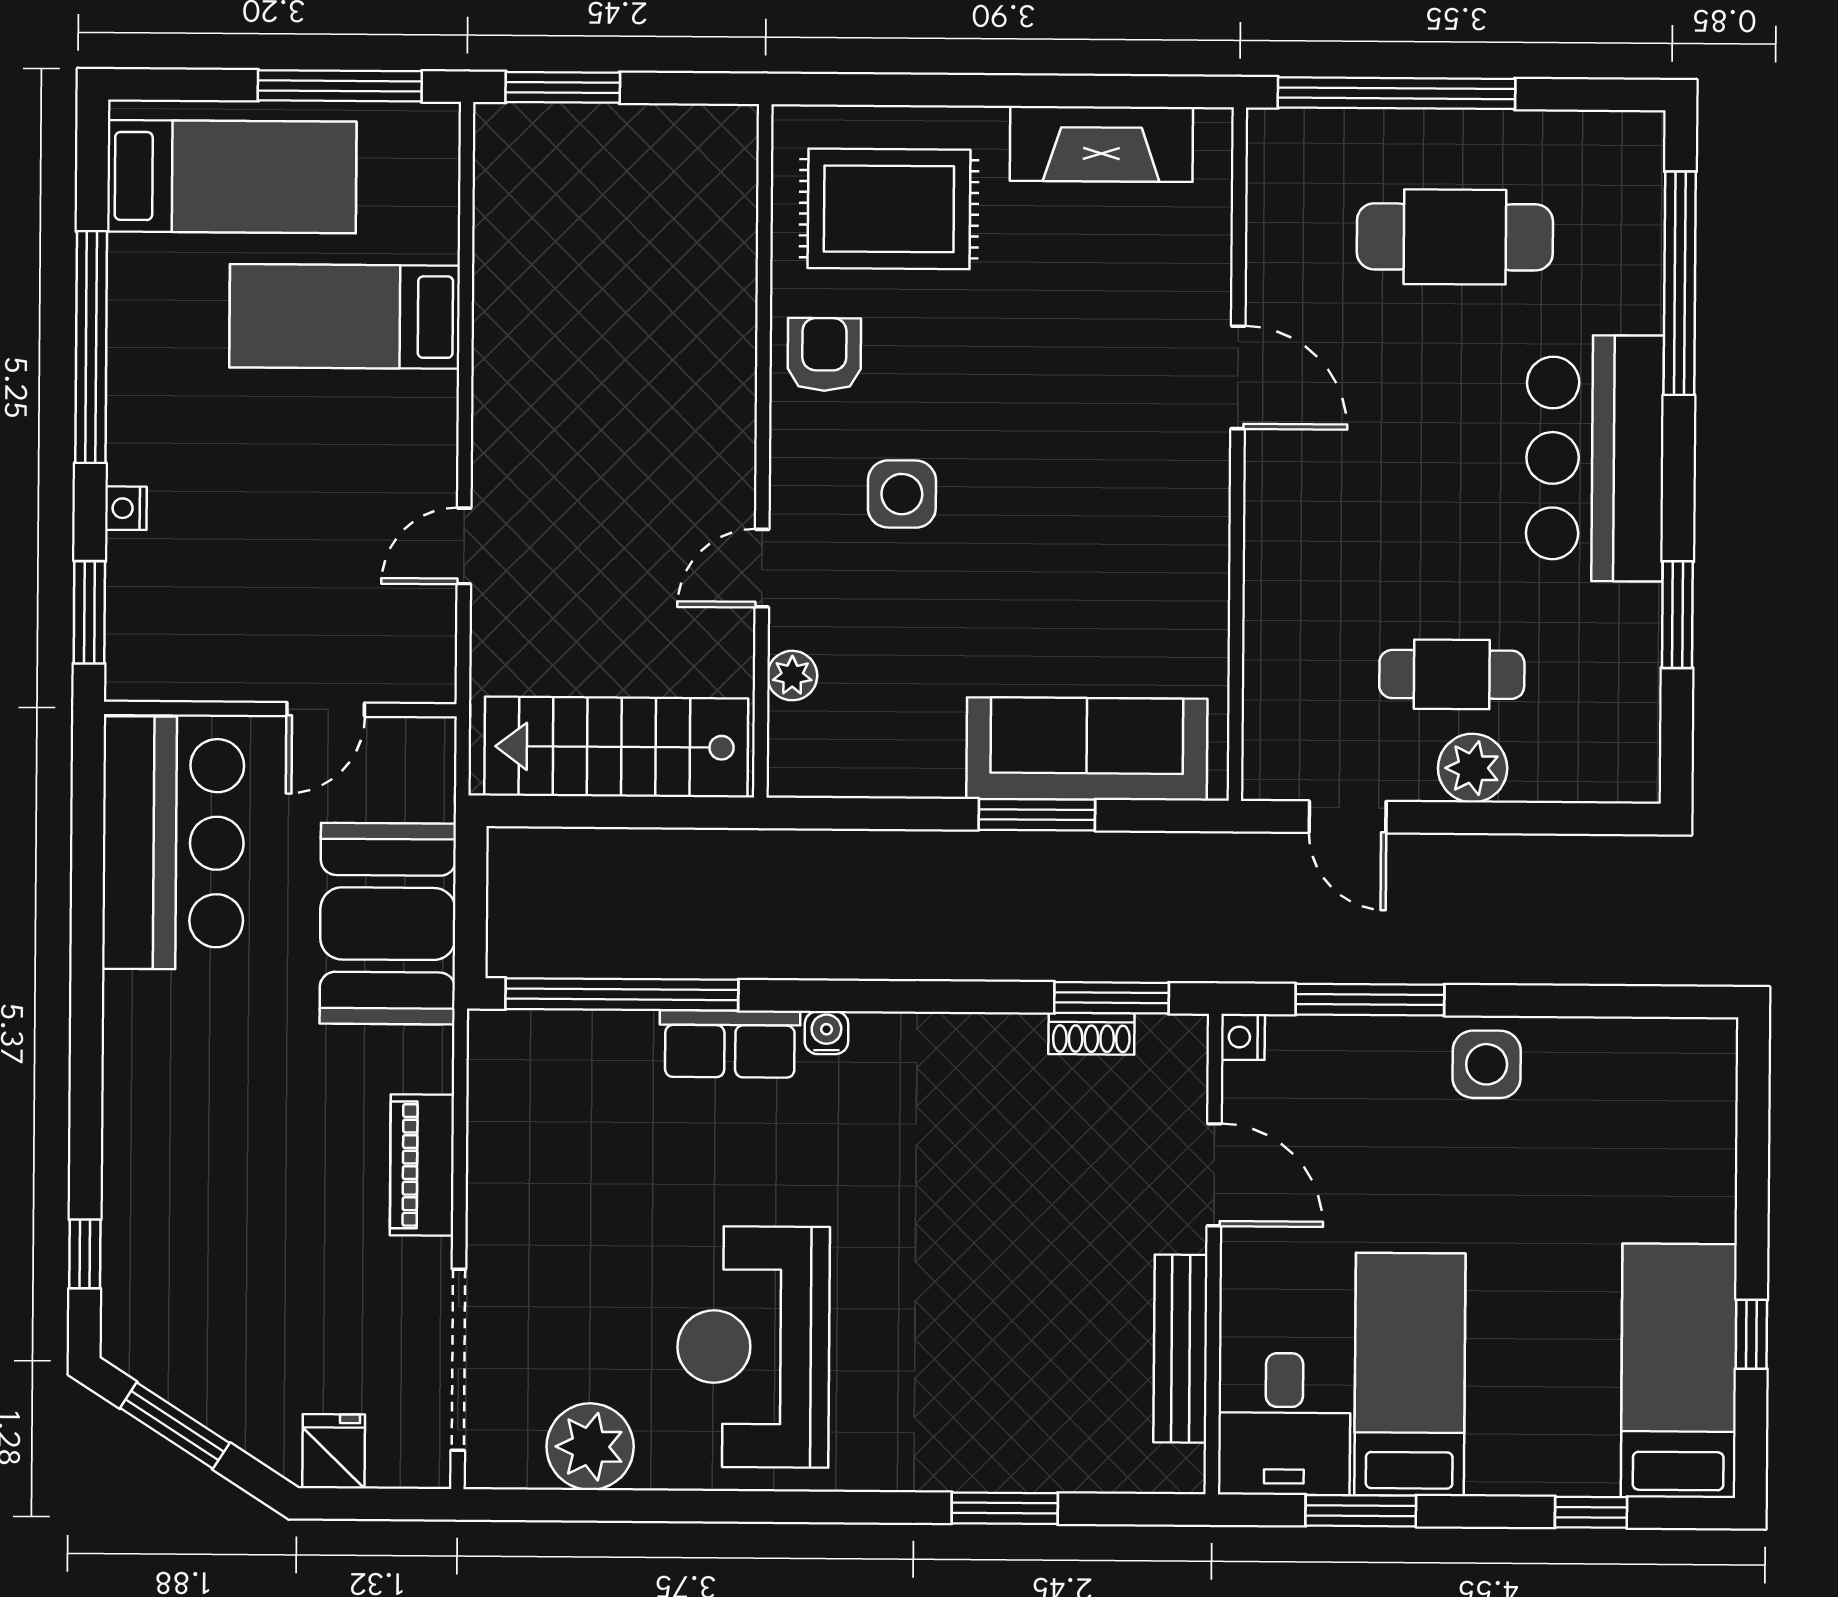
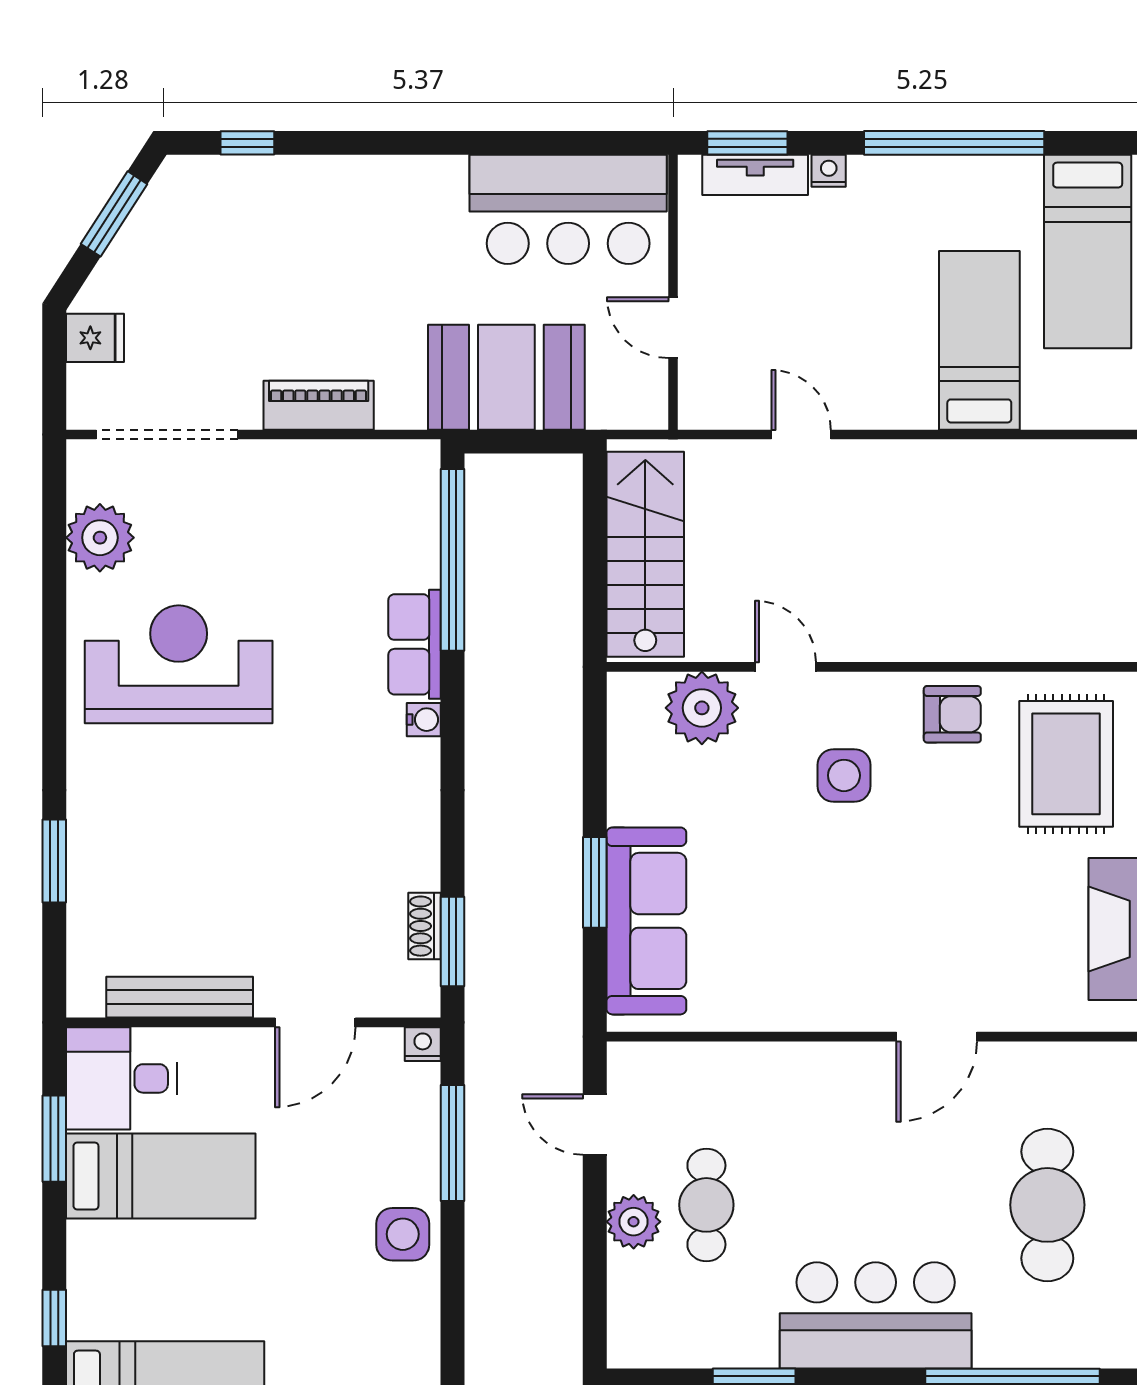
tv unit: (130, 603) -> (755, 175), added
plant: (792, 676) -> (702, 708), width x1.87, depth x1.87
door: (1348, 817) -> (595, 1125), hinge flipped

